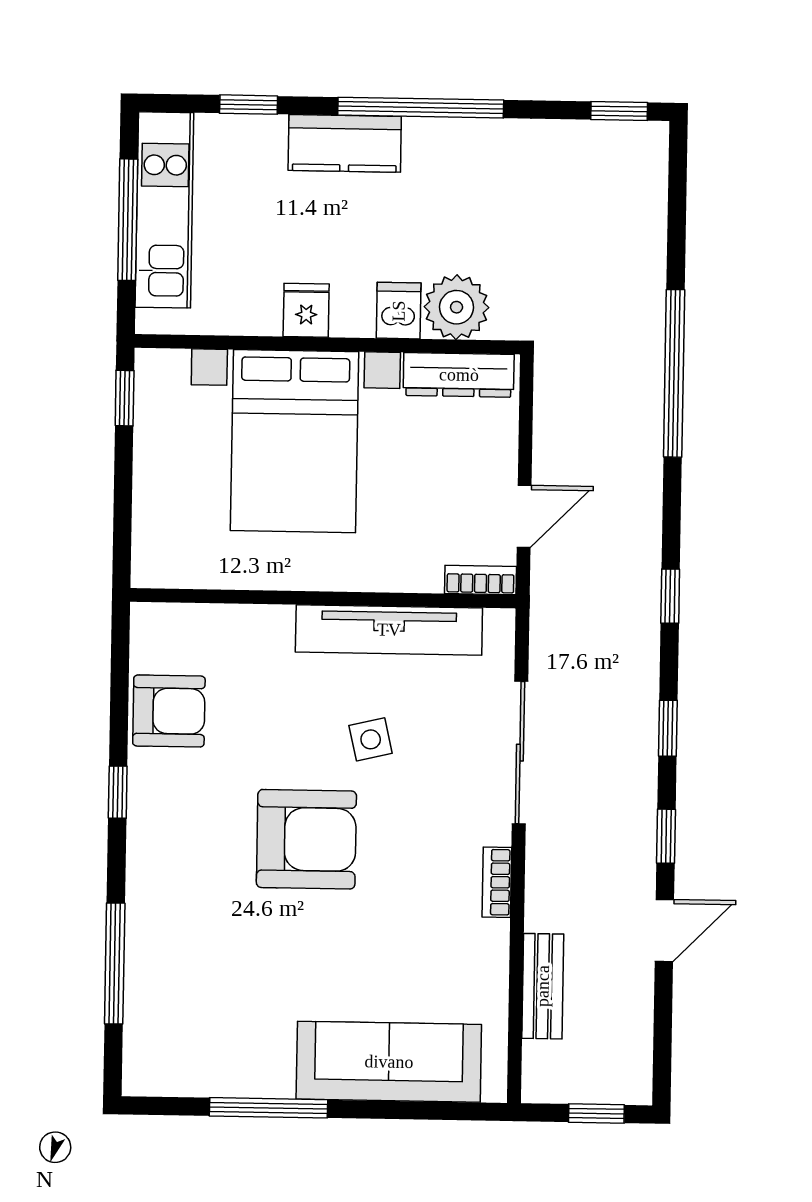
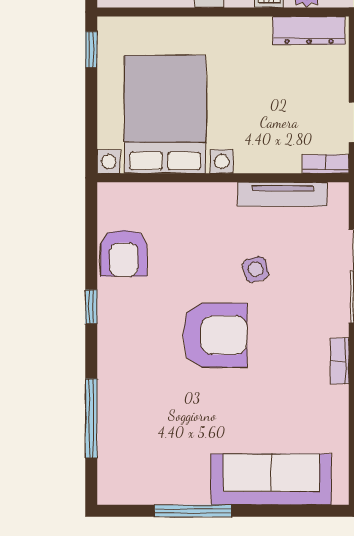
bed with nightstands: (295, 441) -> (165, 114), moved, turned 180
tv unit: (389, 630) -> (283, 194), width x0.73, depth x0.78
armchair: (169, 711) -> (124, 253), turned 90

